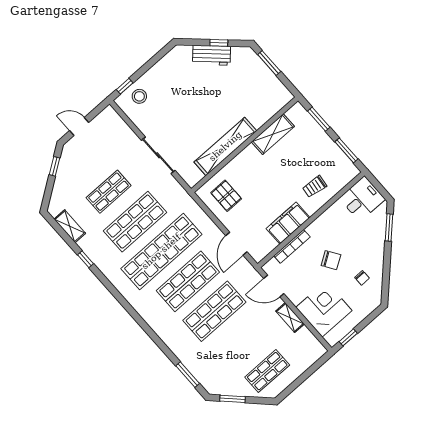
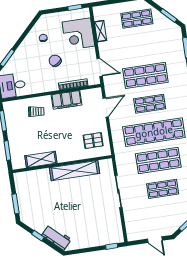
workbench: (212, 55) -> (56, 237), moved
stool: (139, 96) -> (107, 234), removed
pallet: (226, 196) -> (93, 140), turned 90
shop shelf: (188, 281) -> (150, 104), width x0.70, depth x0.74
shelving: (290, 318) -> (101, 31), moved

